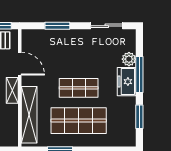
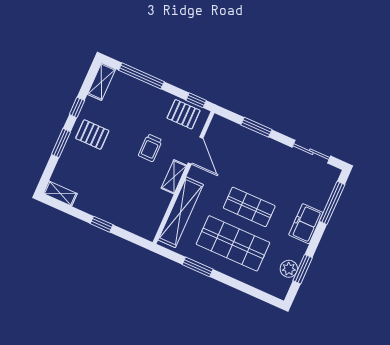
plant: (129, 59) -> (289, 269), moved
window: (139, 74) -> (332, 203), moved

